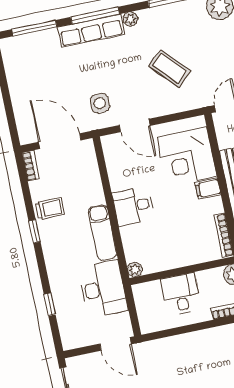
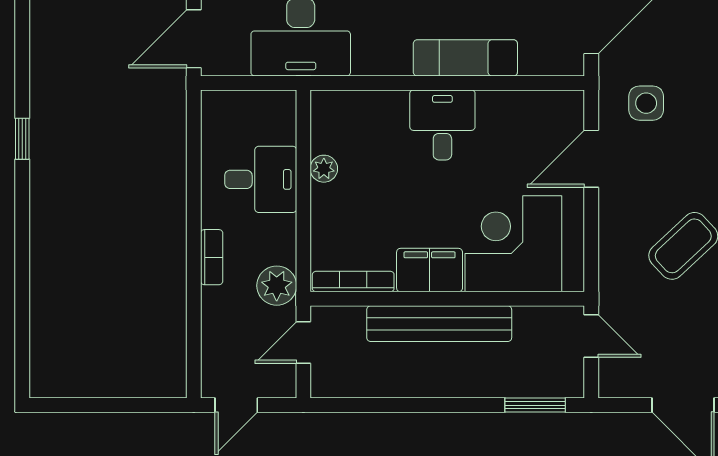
filing cabinet: (208, 189) -> (430, 270), width x2.00
exam couch: (103, 233) -> (465, 58), moved
plant: (135, 270) -> (324, 169), moved

